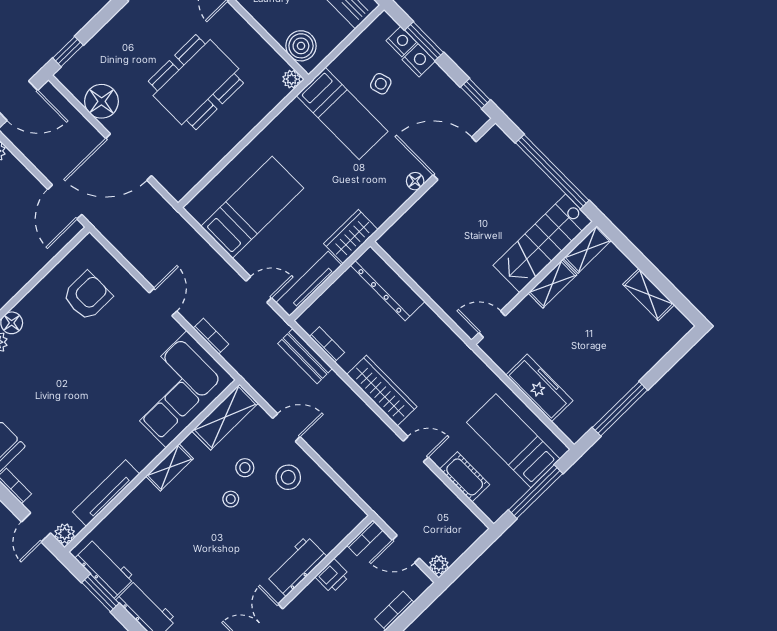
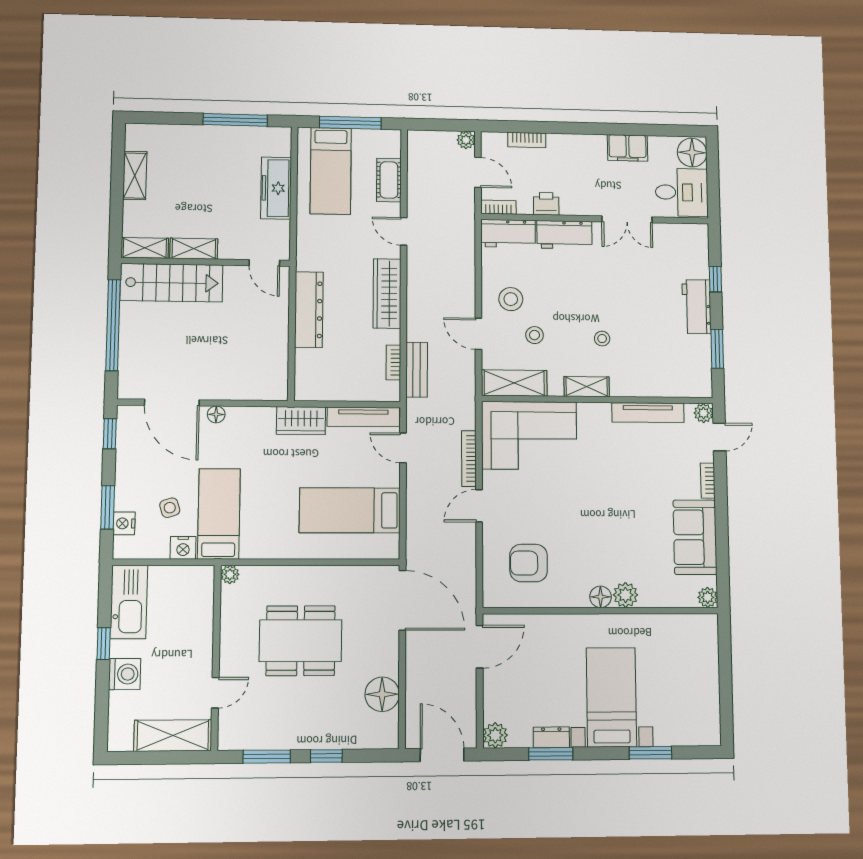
boiler: (301, 46) -> (199, 592), removed
window: (68, 52) -> (326, 756), moved
nightstand: (419, 60) -> (183, 548), moved, turned -90
door: (129, 157) -> (402, 600), moved
dresser: (388, 283) -> (309, 310), moved
bookcase: (211, 336) -> (469, 459), width x1.56
stool: (231, 499) -> (602, 339), moved
workbench: (105, 568) -> (508, 233), moved, turned -90

